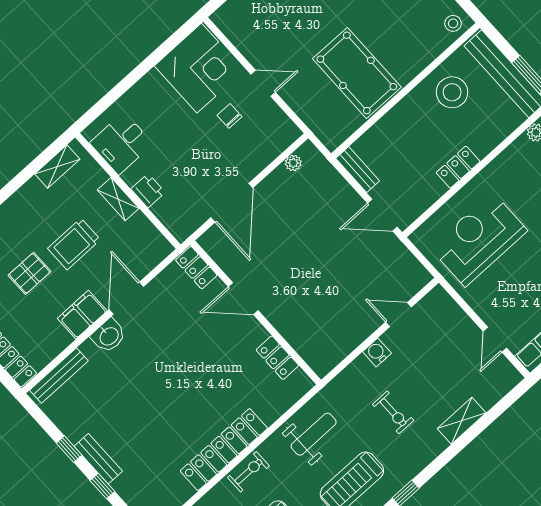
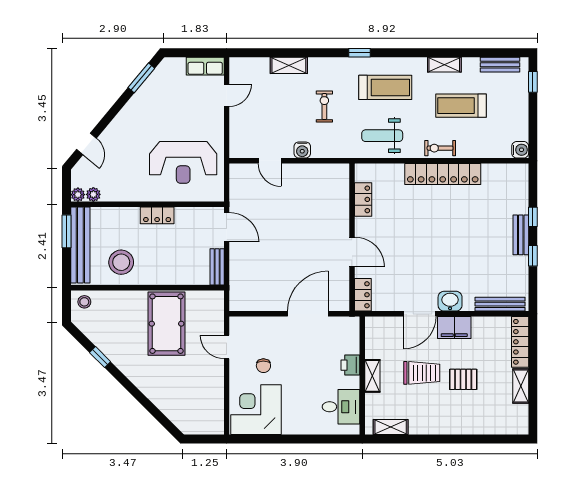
door: (263, 83) -> (227, 347), moved
plant: (293, 163) -> (251, 305), removed

